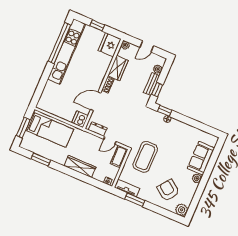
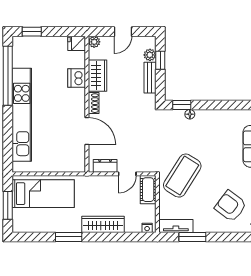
window: (97, 25) -> (32, 32), moved
fridge: (110, 45) -> (77, 43), width x0.53, depth x0.75
kitchen unit: (67, 52) -> (22, 115), moved
window: (157, 90) -> (160, 60), moved
door: (96, 101) -> (87, 131), swing flipped
dishwasher: (80, 119) -> (77, 78), moved
coffee table: (145, 157) -> (182, 176), turned 32
window: (41, 159) -> (69, 237), moved

